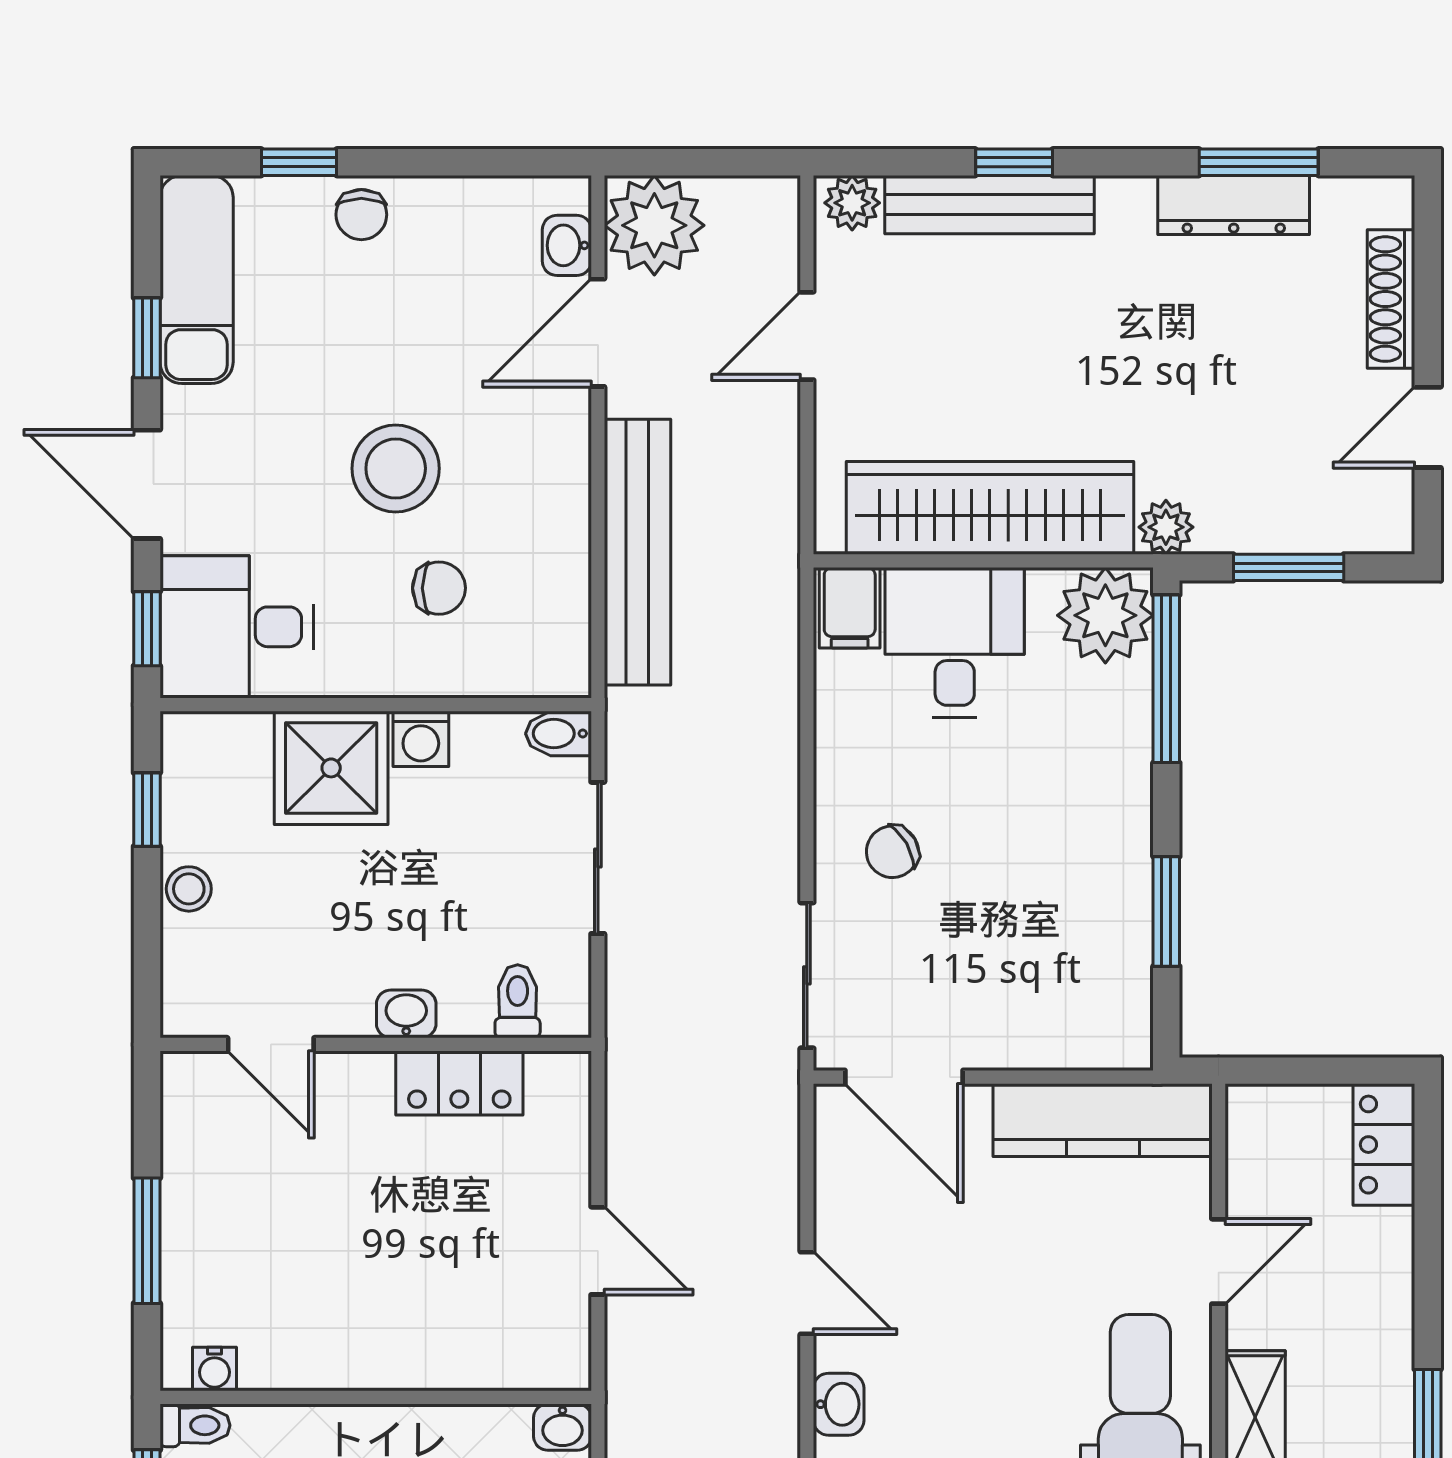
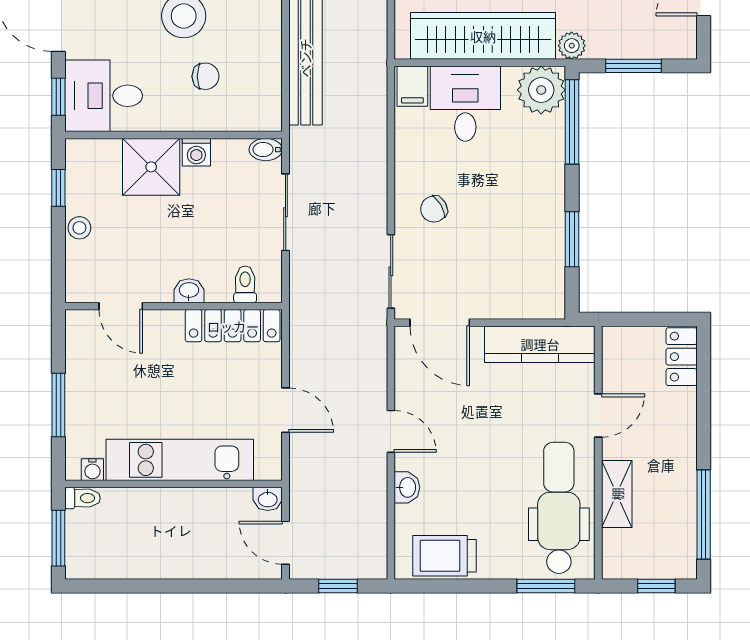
locker: (459, 1083) -> (233, 326), width x1.53
kitchen unit: (388, 1350) -> (180, 460), added

